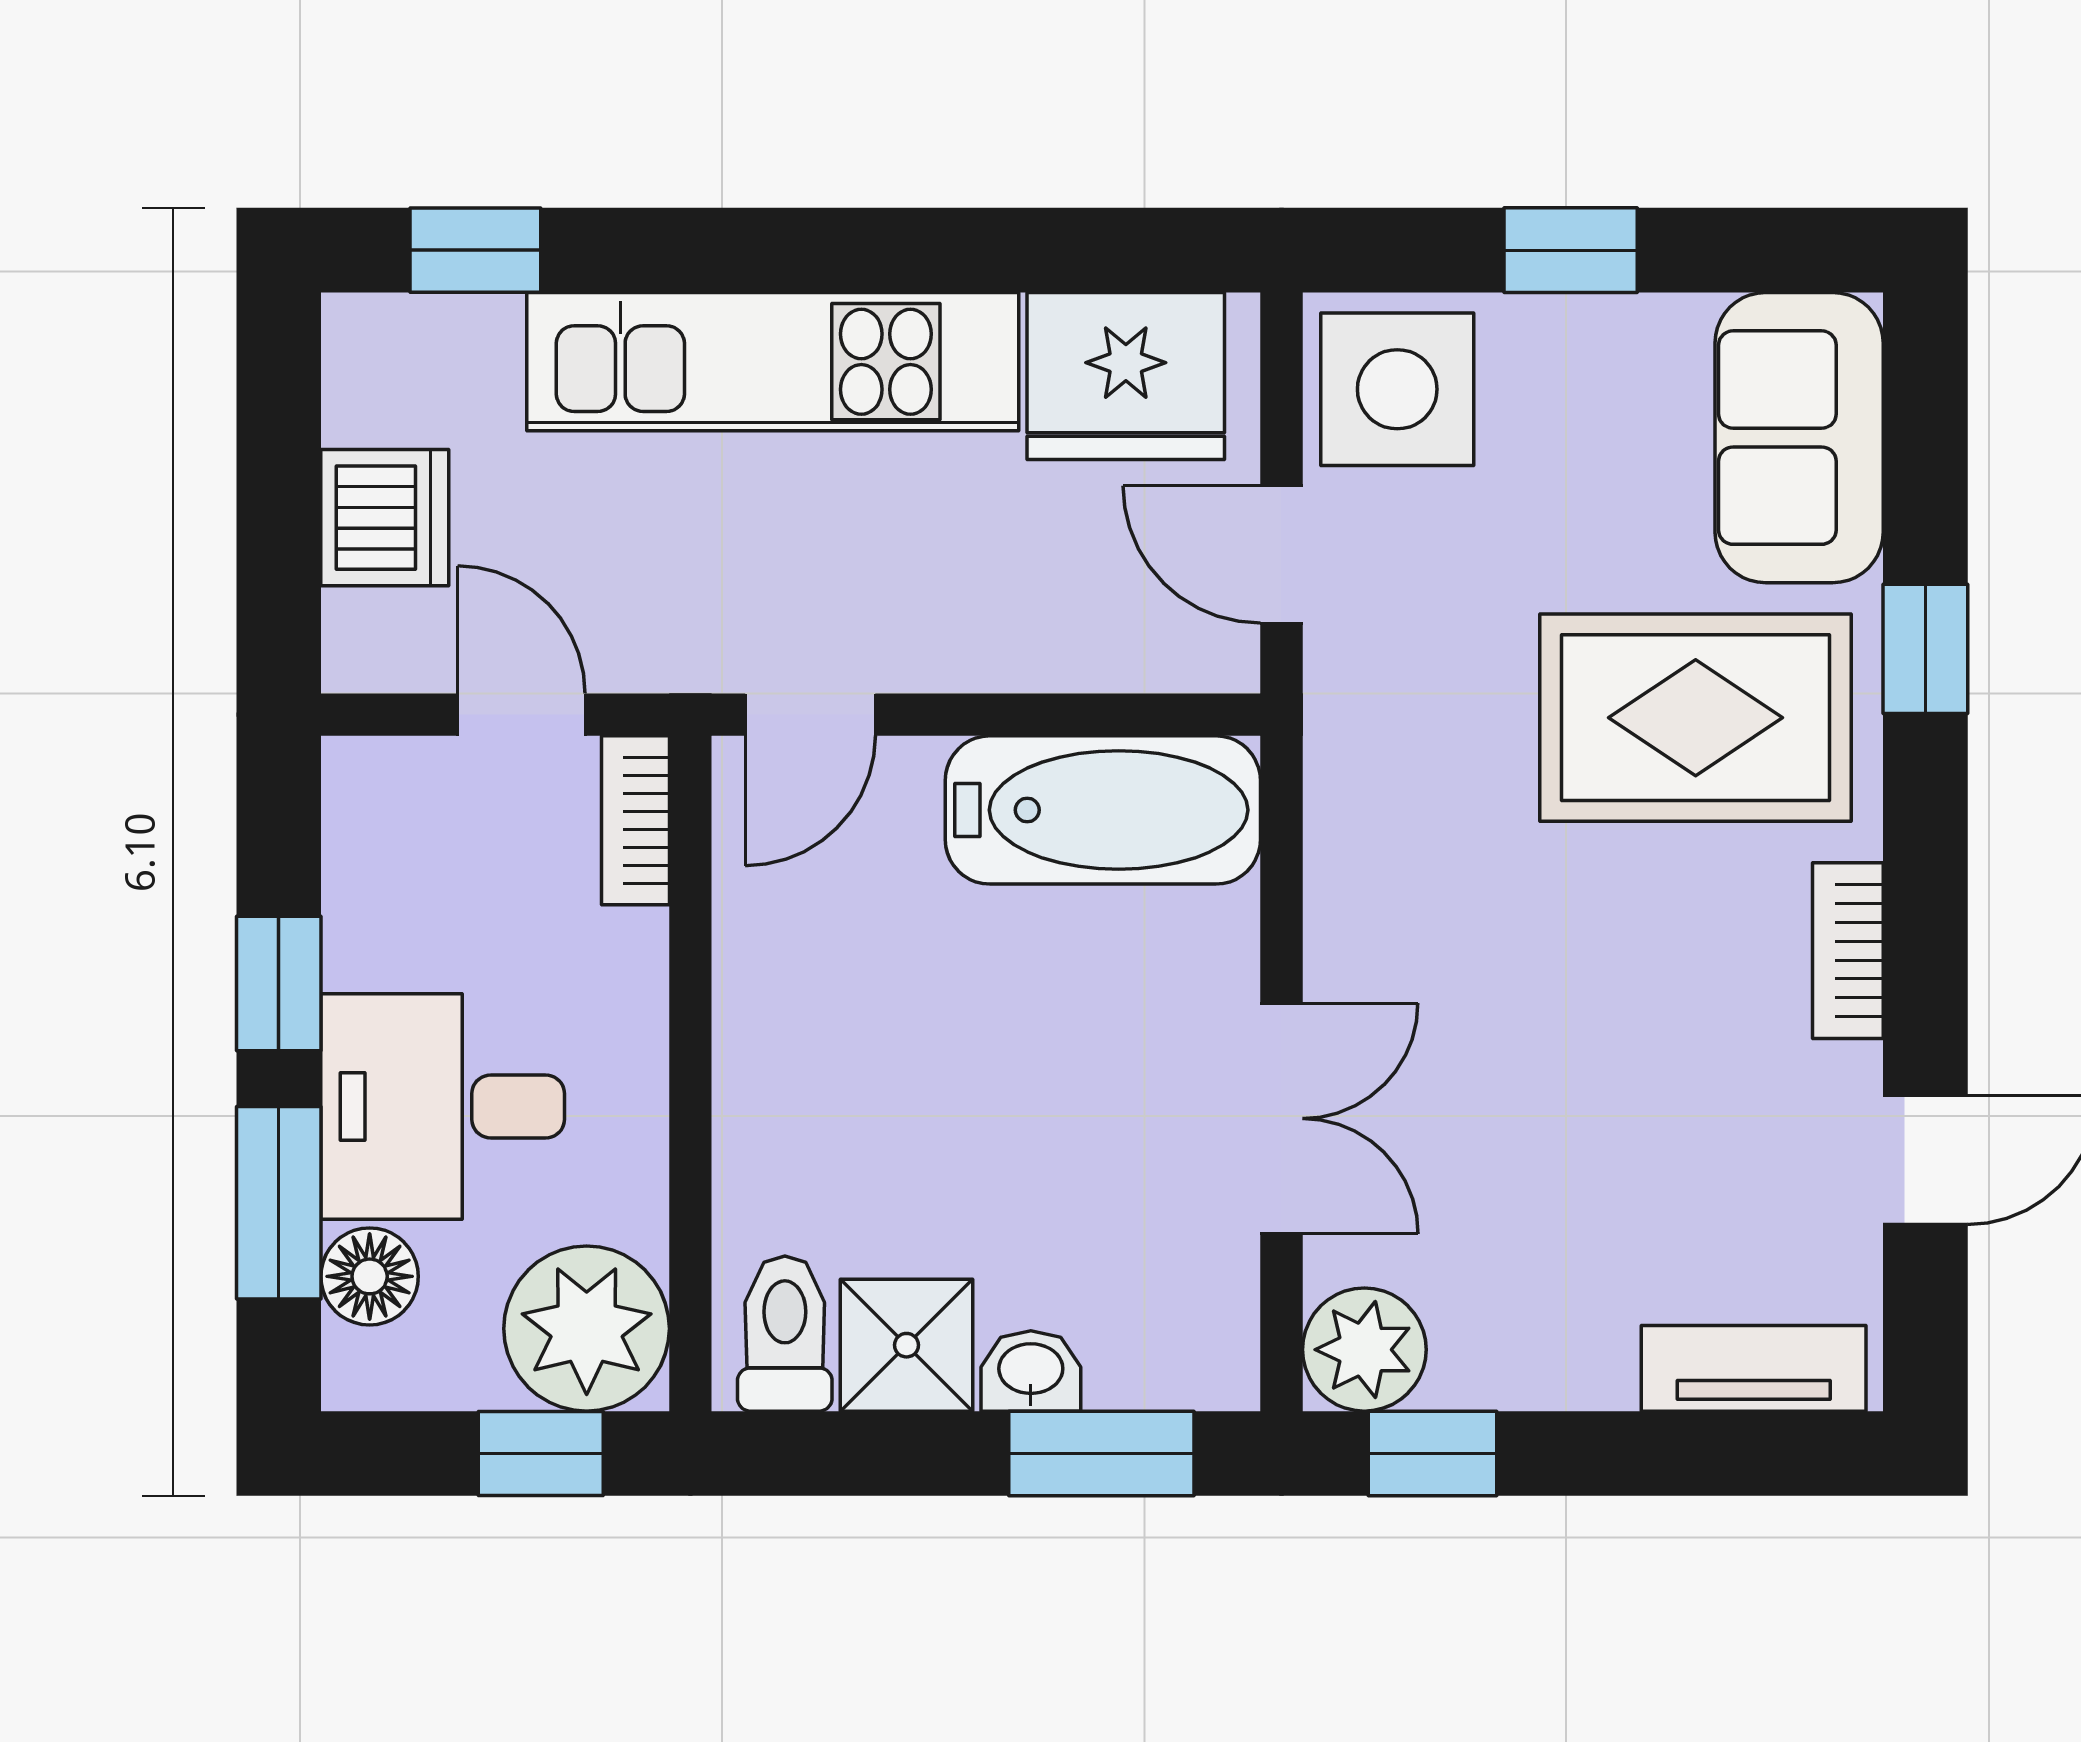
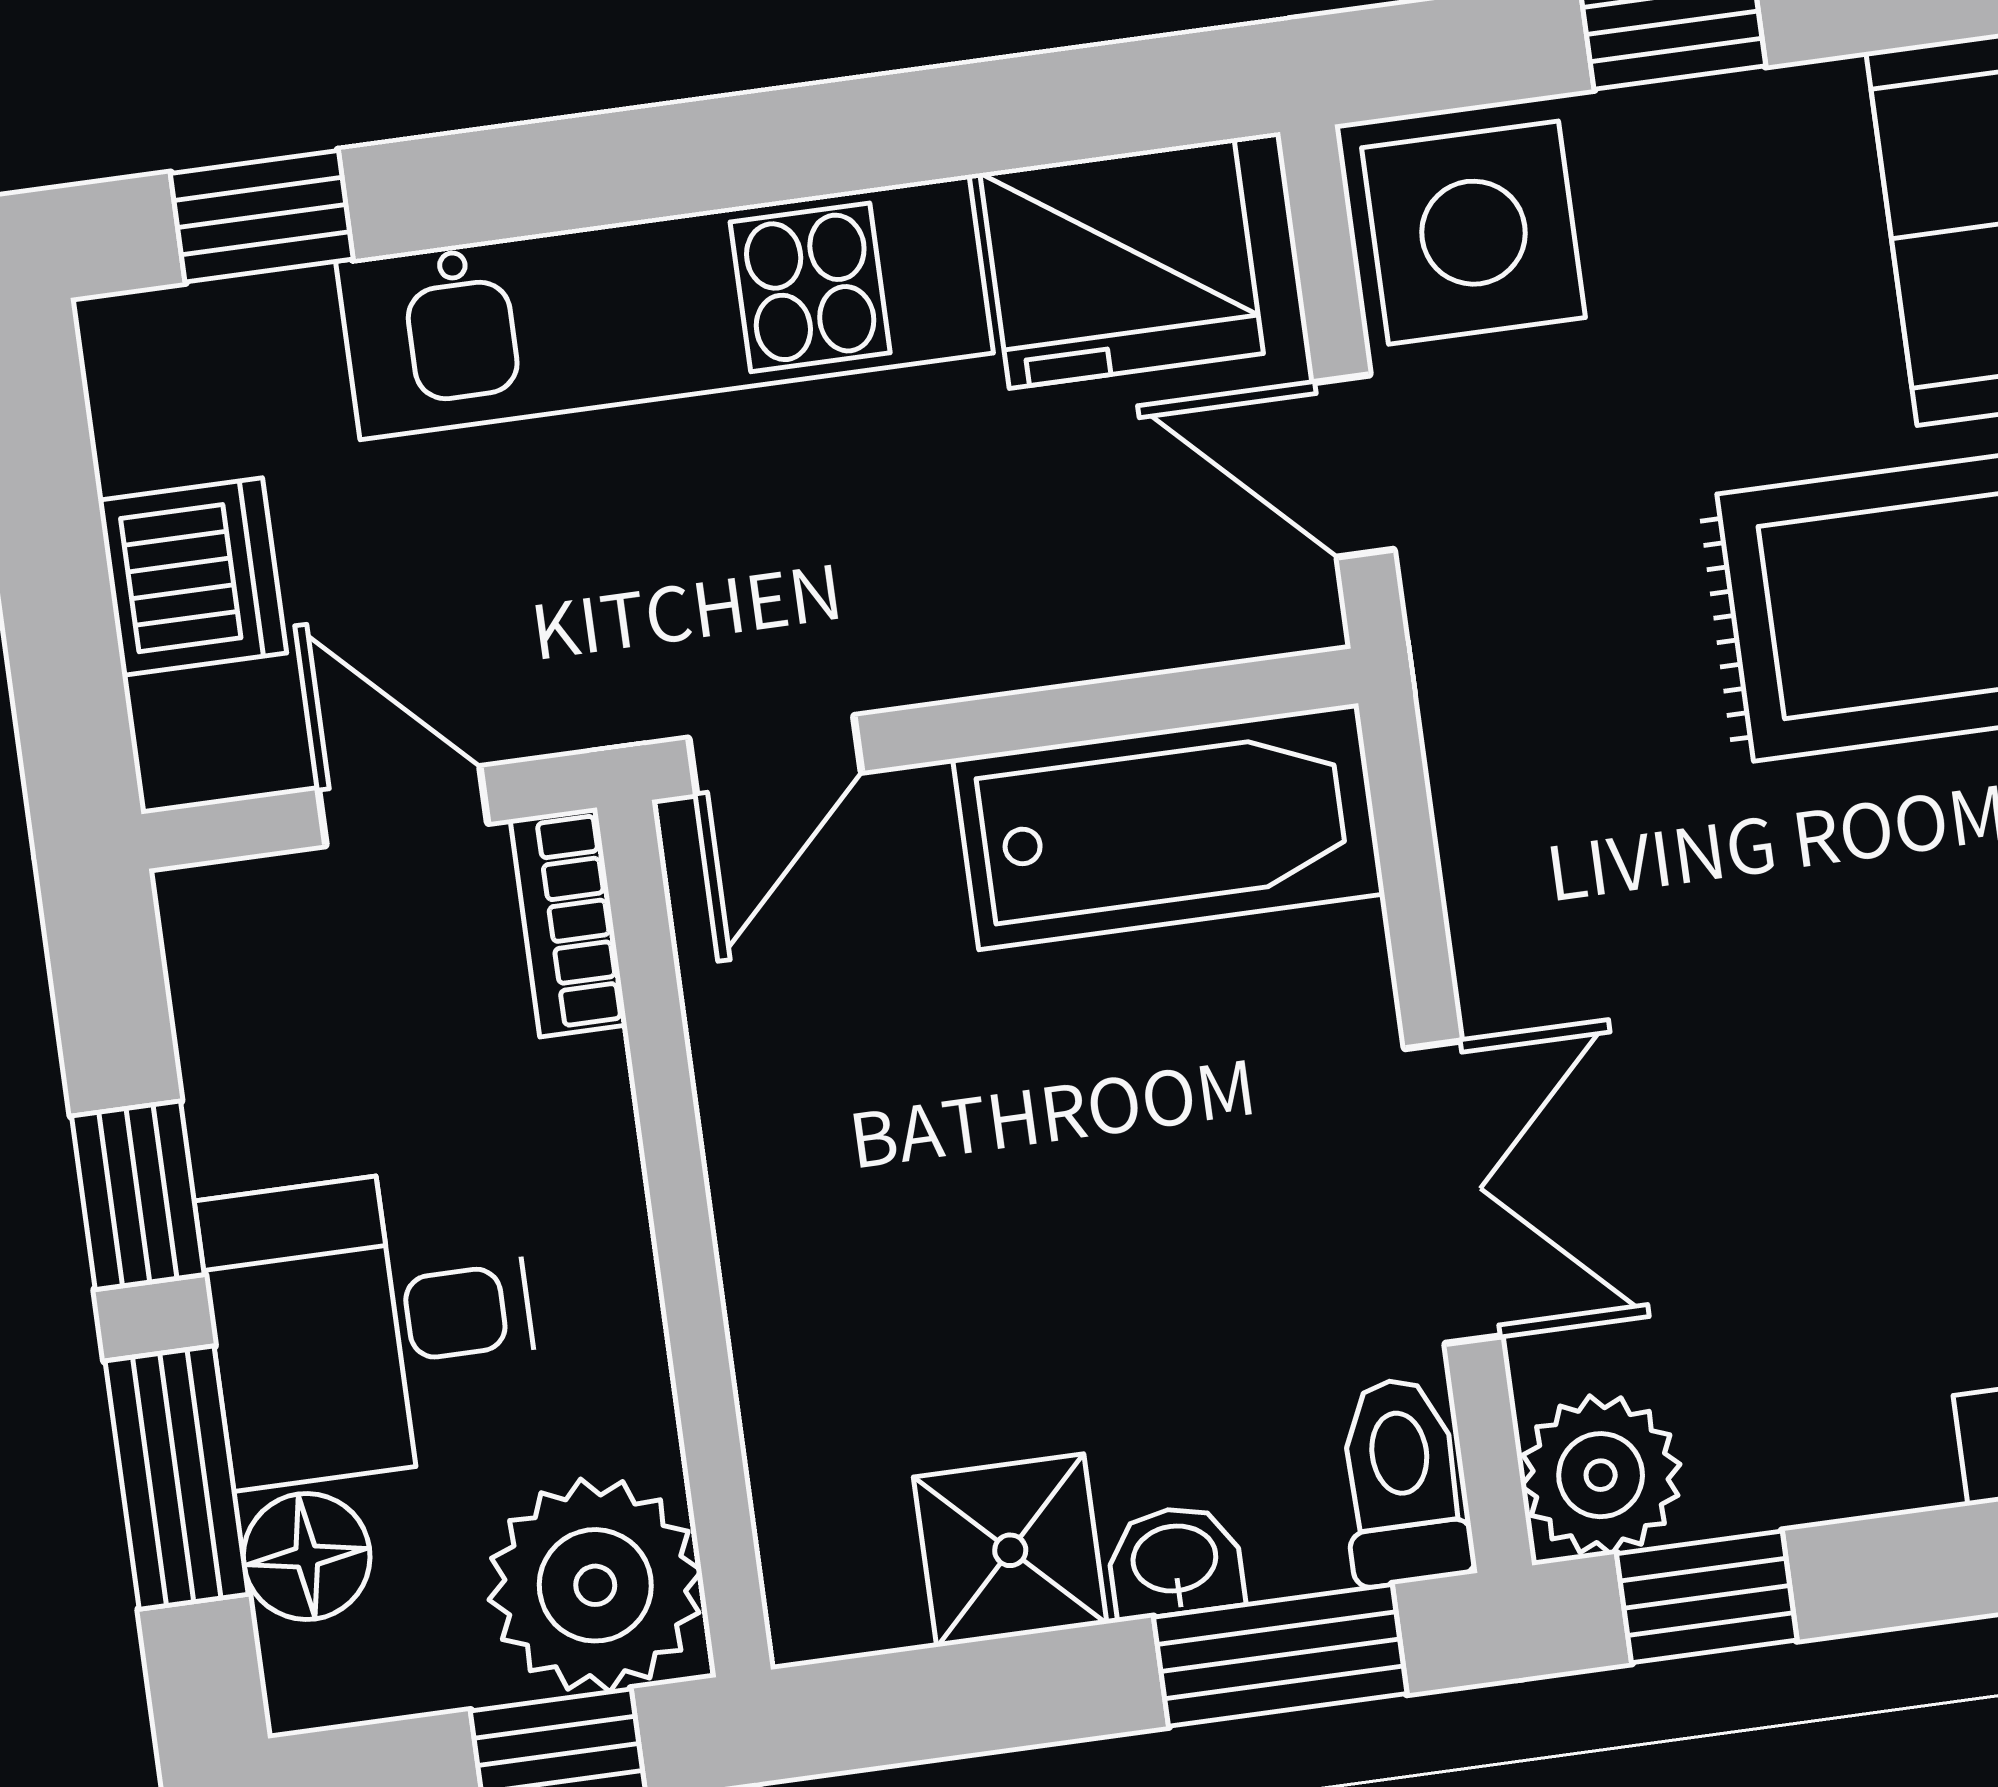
toilet: (785, 1334) -> (1403, 1481), moved

